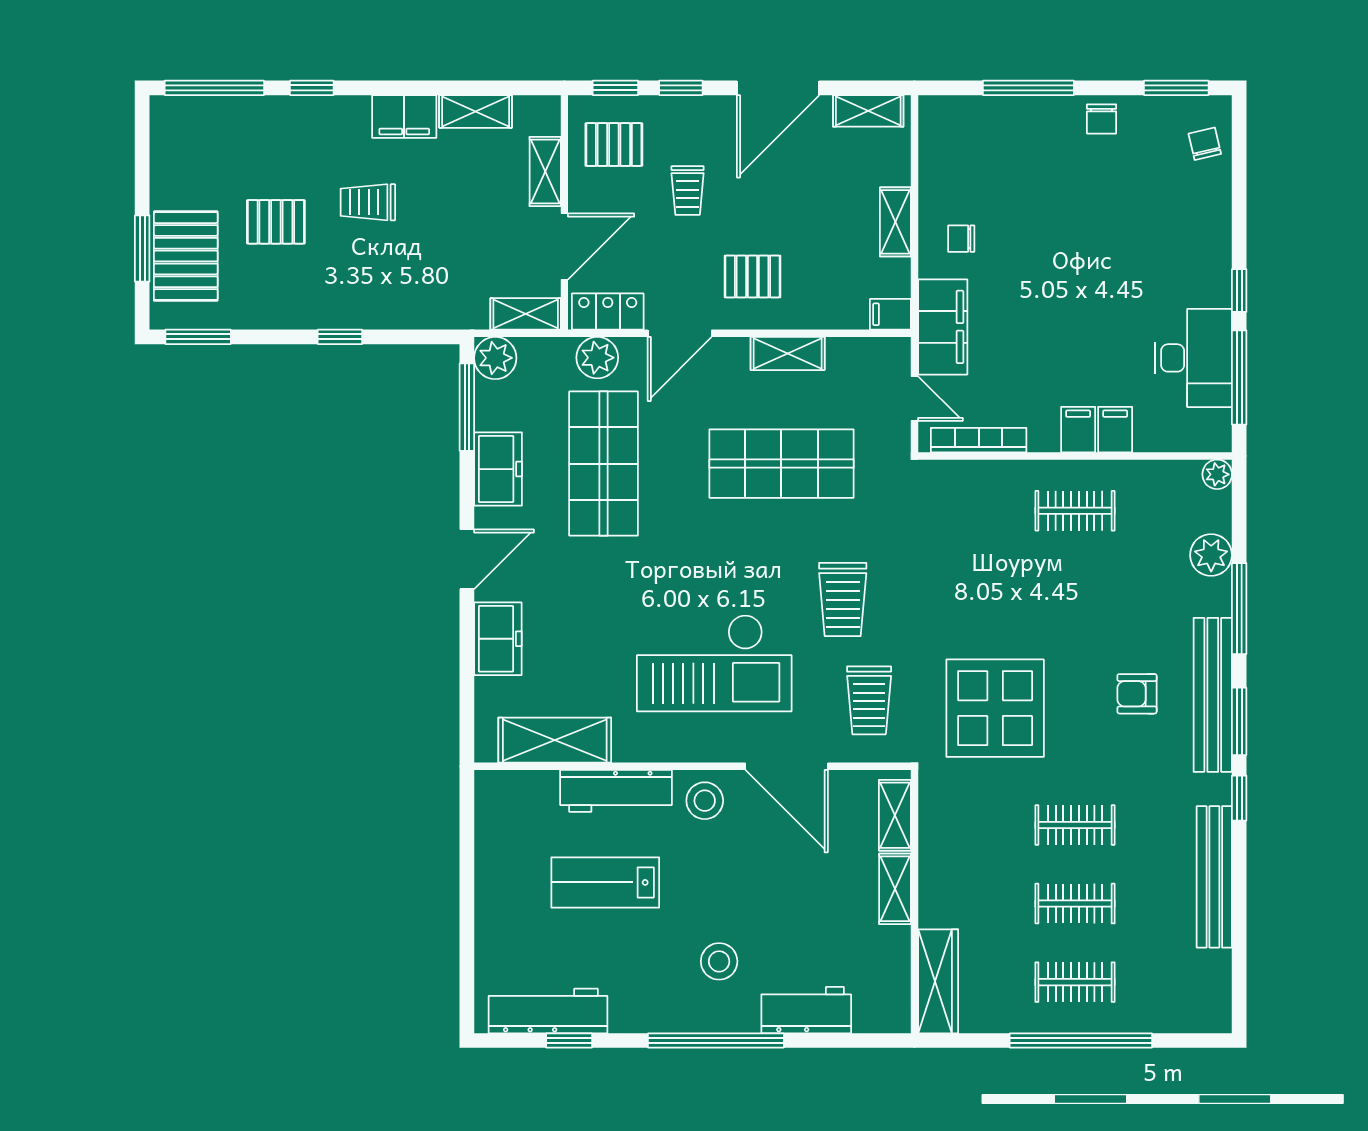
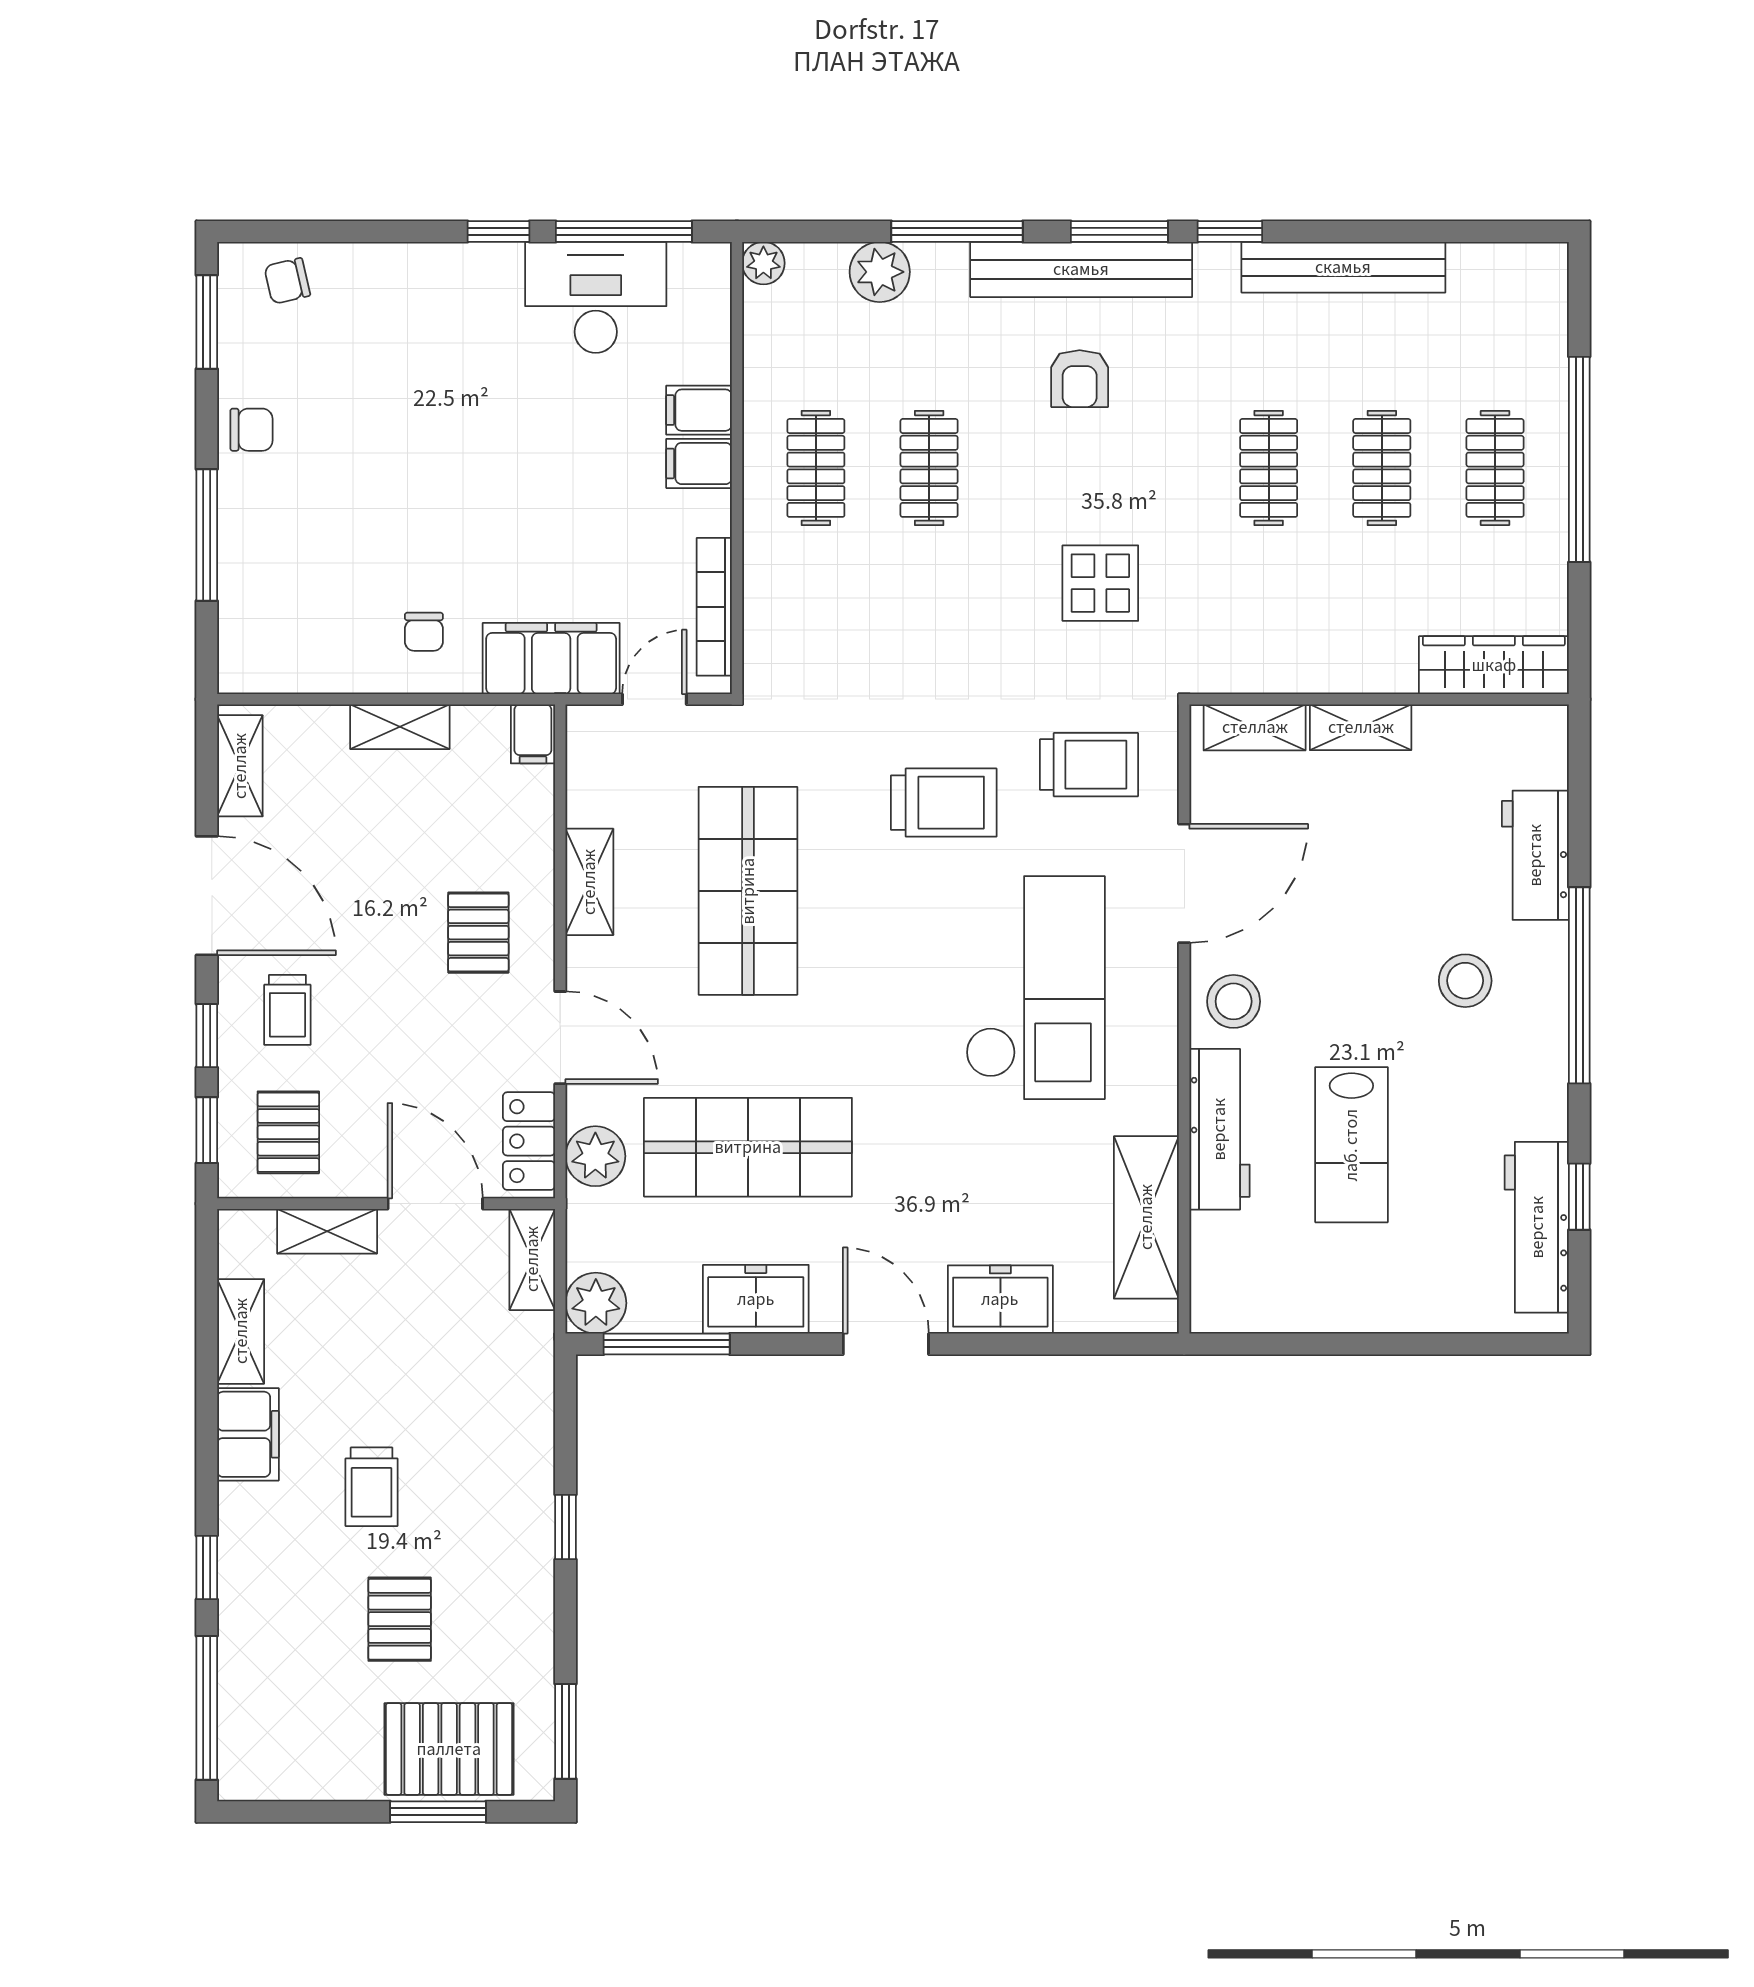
trolley: (688, 191) -> (287, 1010), moved, turned 90
clothes rail: (1075, 589) -> (929, 468), added
display table: (995, 708) -> (1100, 583), width x0.54, depth x0.54

